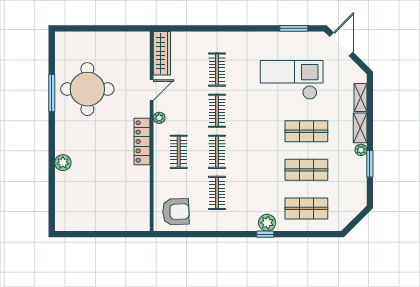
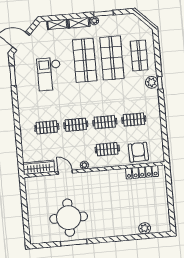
checkout: (292, 80) -> (49, 74), width x0.73, depth x0.83
shop shelf: (306, 131) -> (85, 60), width x1.43, depth x1.36
locker: (142, 142) -> (142, 172), moved
plant: (63, 163) -> (145, 228), moved
shop shelf: (306, 170) -> (112, 58), width x1.43, depth x1.36
armchair: (176, 212) -> (138, 152), moved

